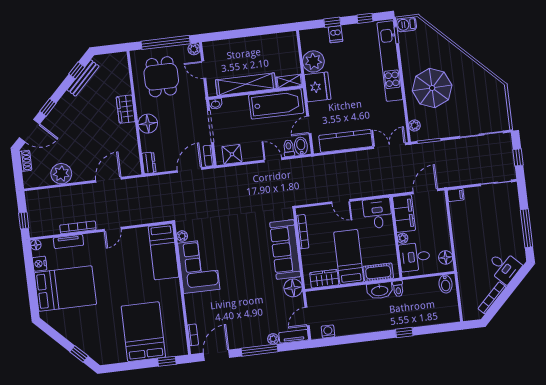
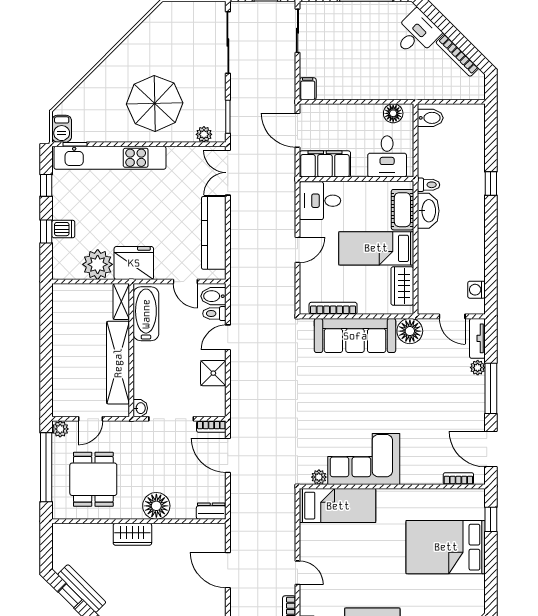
dining table: (161, 77) -> (93, 479), turned 90
bathtub: (276, 104) -> (146, 314), width x0.73, depth x0.73
shower: (232, 154) -> (213, 373), moved
plant: (403, 238) -> (359, 170), removed

